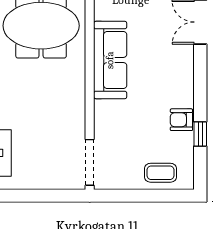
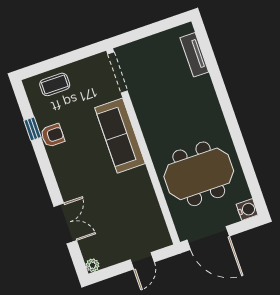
sofa: (110, 60) -> (120, 136), moved

